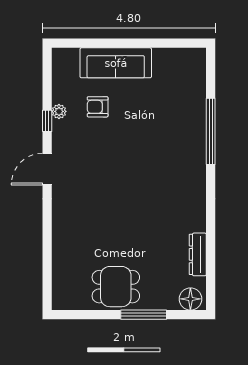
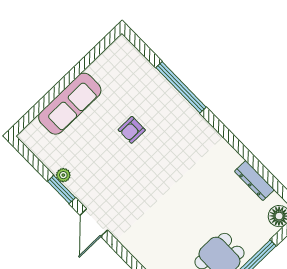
armchair: (98, 107) -> (132, 130), moved
window: (47, 121) -> (61, 190), width x1.50

